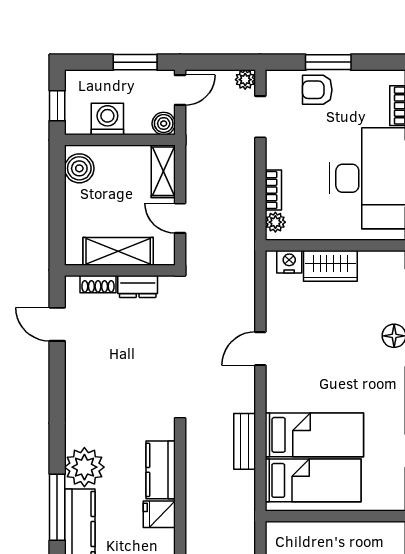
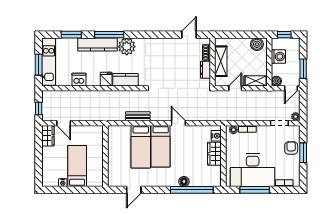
door: (180, 90) -> (291, 88), hinge flipped
bed: (313, 480) -> (161, 146), moved

